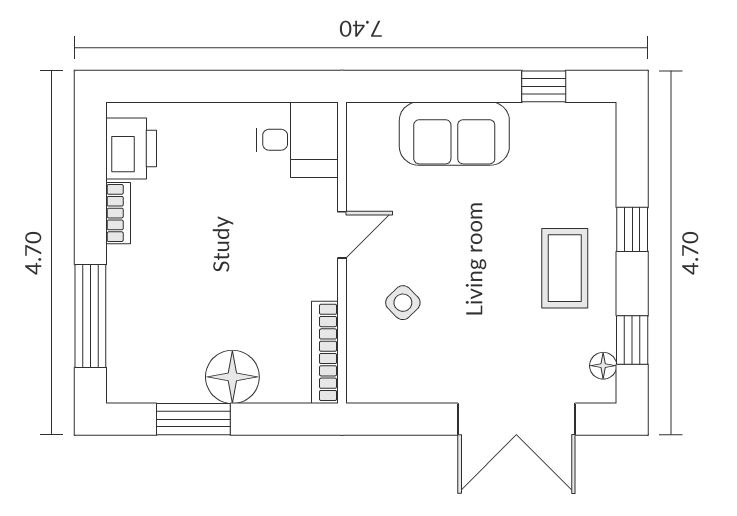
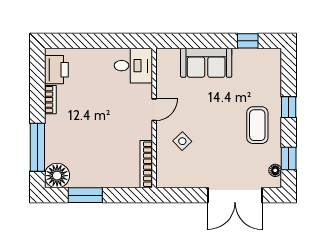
floor lamp: (232, 377) -> (57, 176), moved

